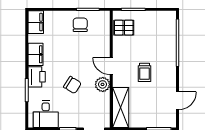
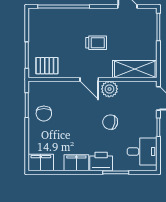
chair: (80, 25) -> (44, 114), turned -90
pallet: (124, 28) -> (47, 66), turned 90
door: (111, 66) -> (89, 79), hinge flipped
chair: (72, 85) -> (110, 122), turned -111

